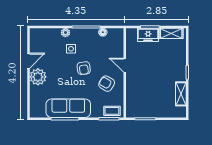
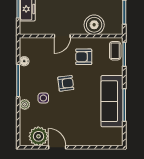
plant: (38, 77) -> (38, 136), moved
armchair: (107, 84) -> (84, 57), turned 59
boiler: (134, 93) -> (94, 25), added

